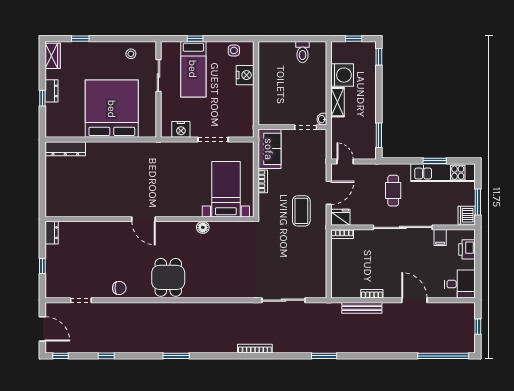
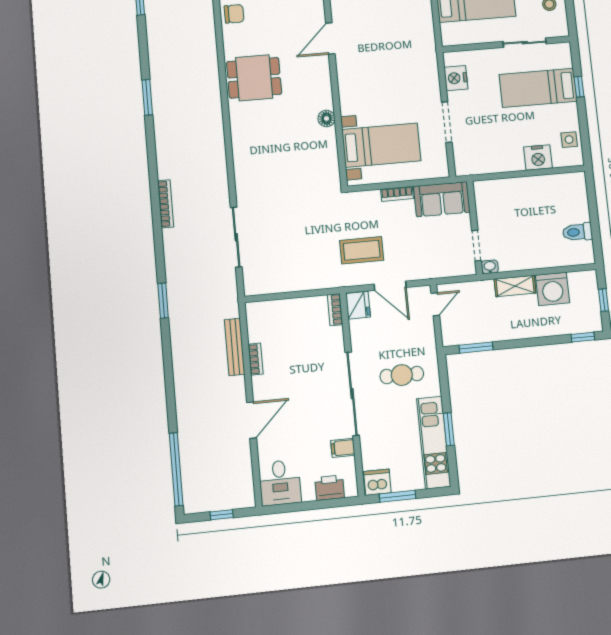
chair: (119, 288) -> (234, 14), turned -90

